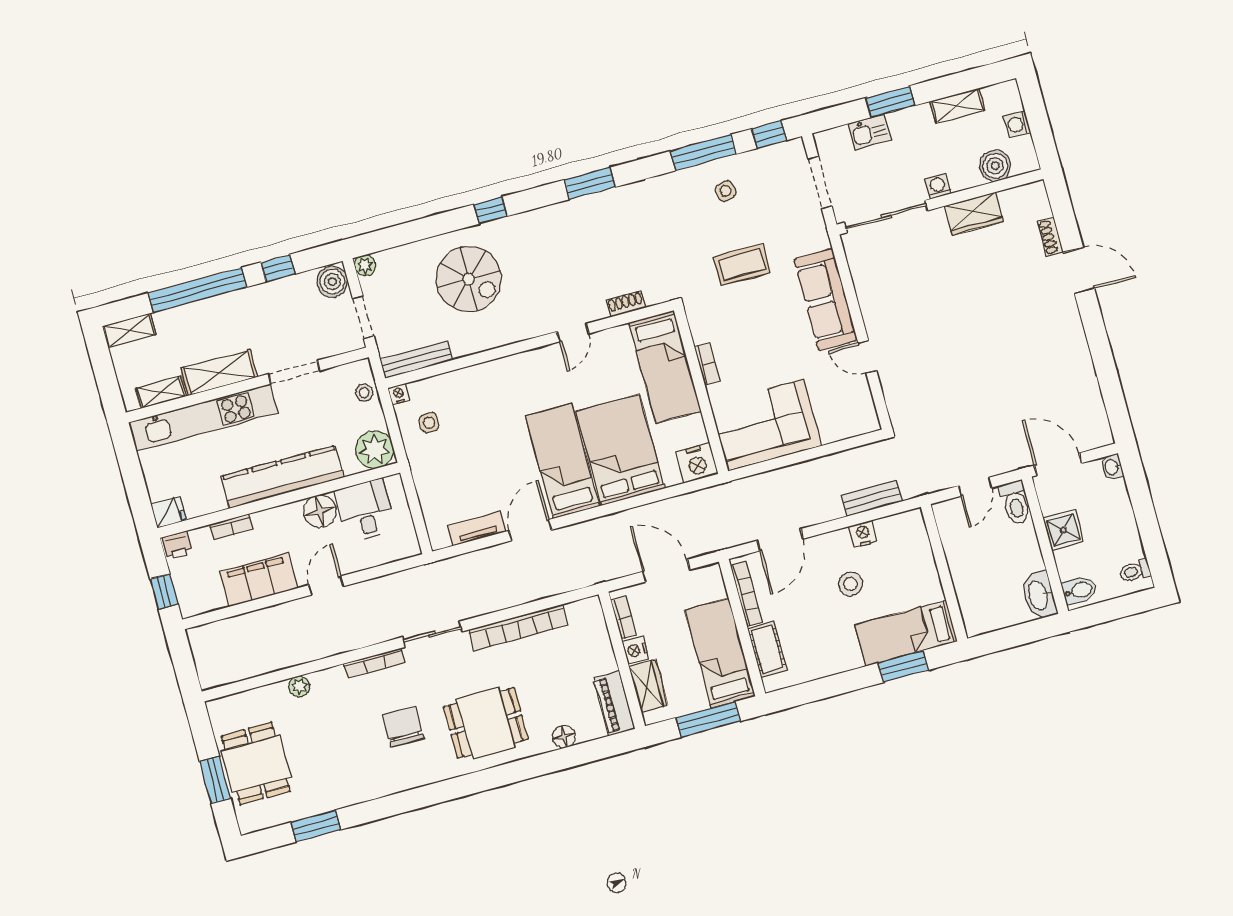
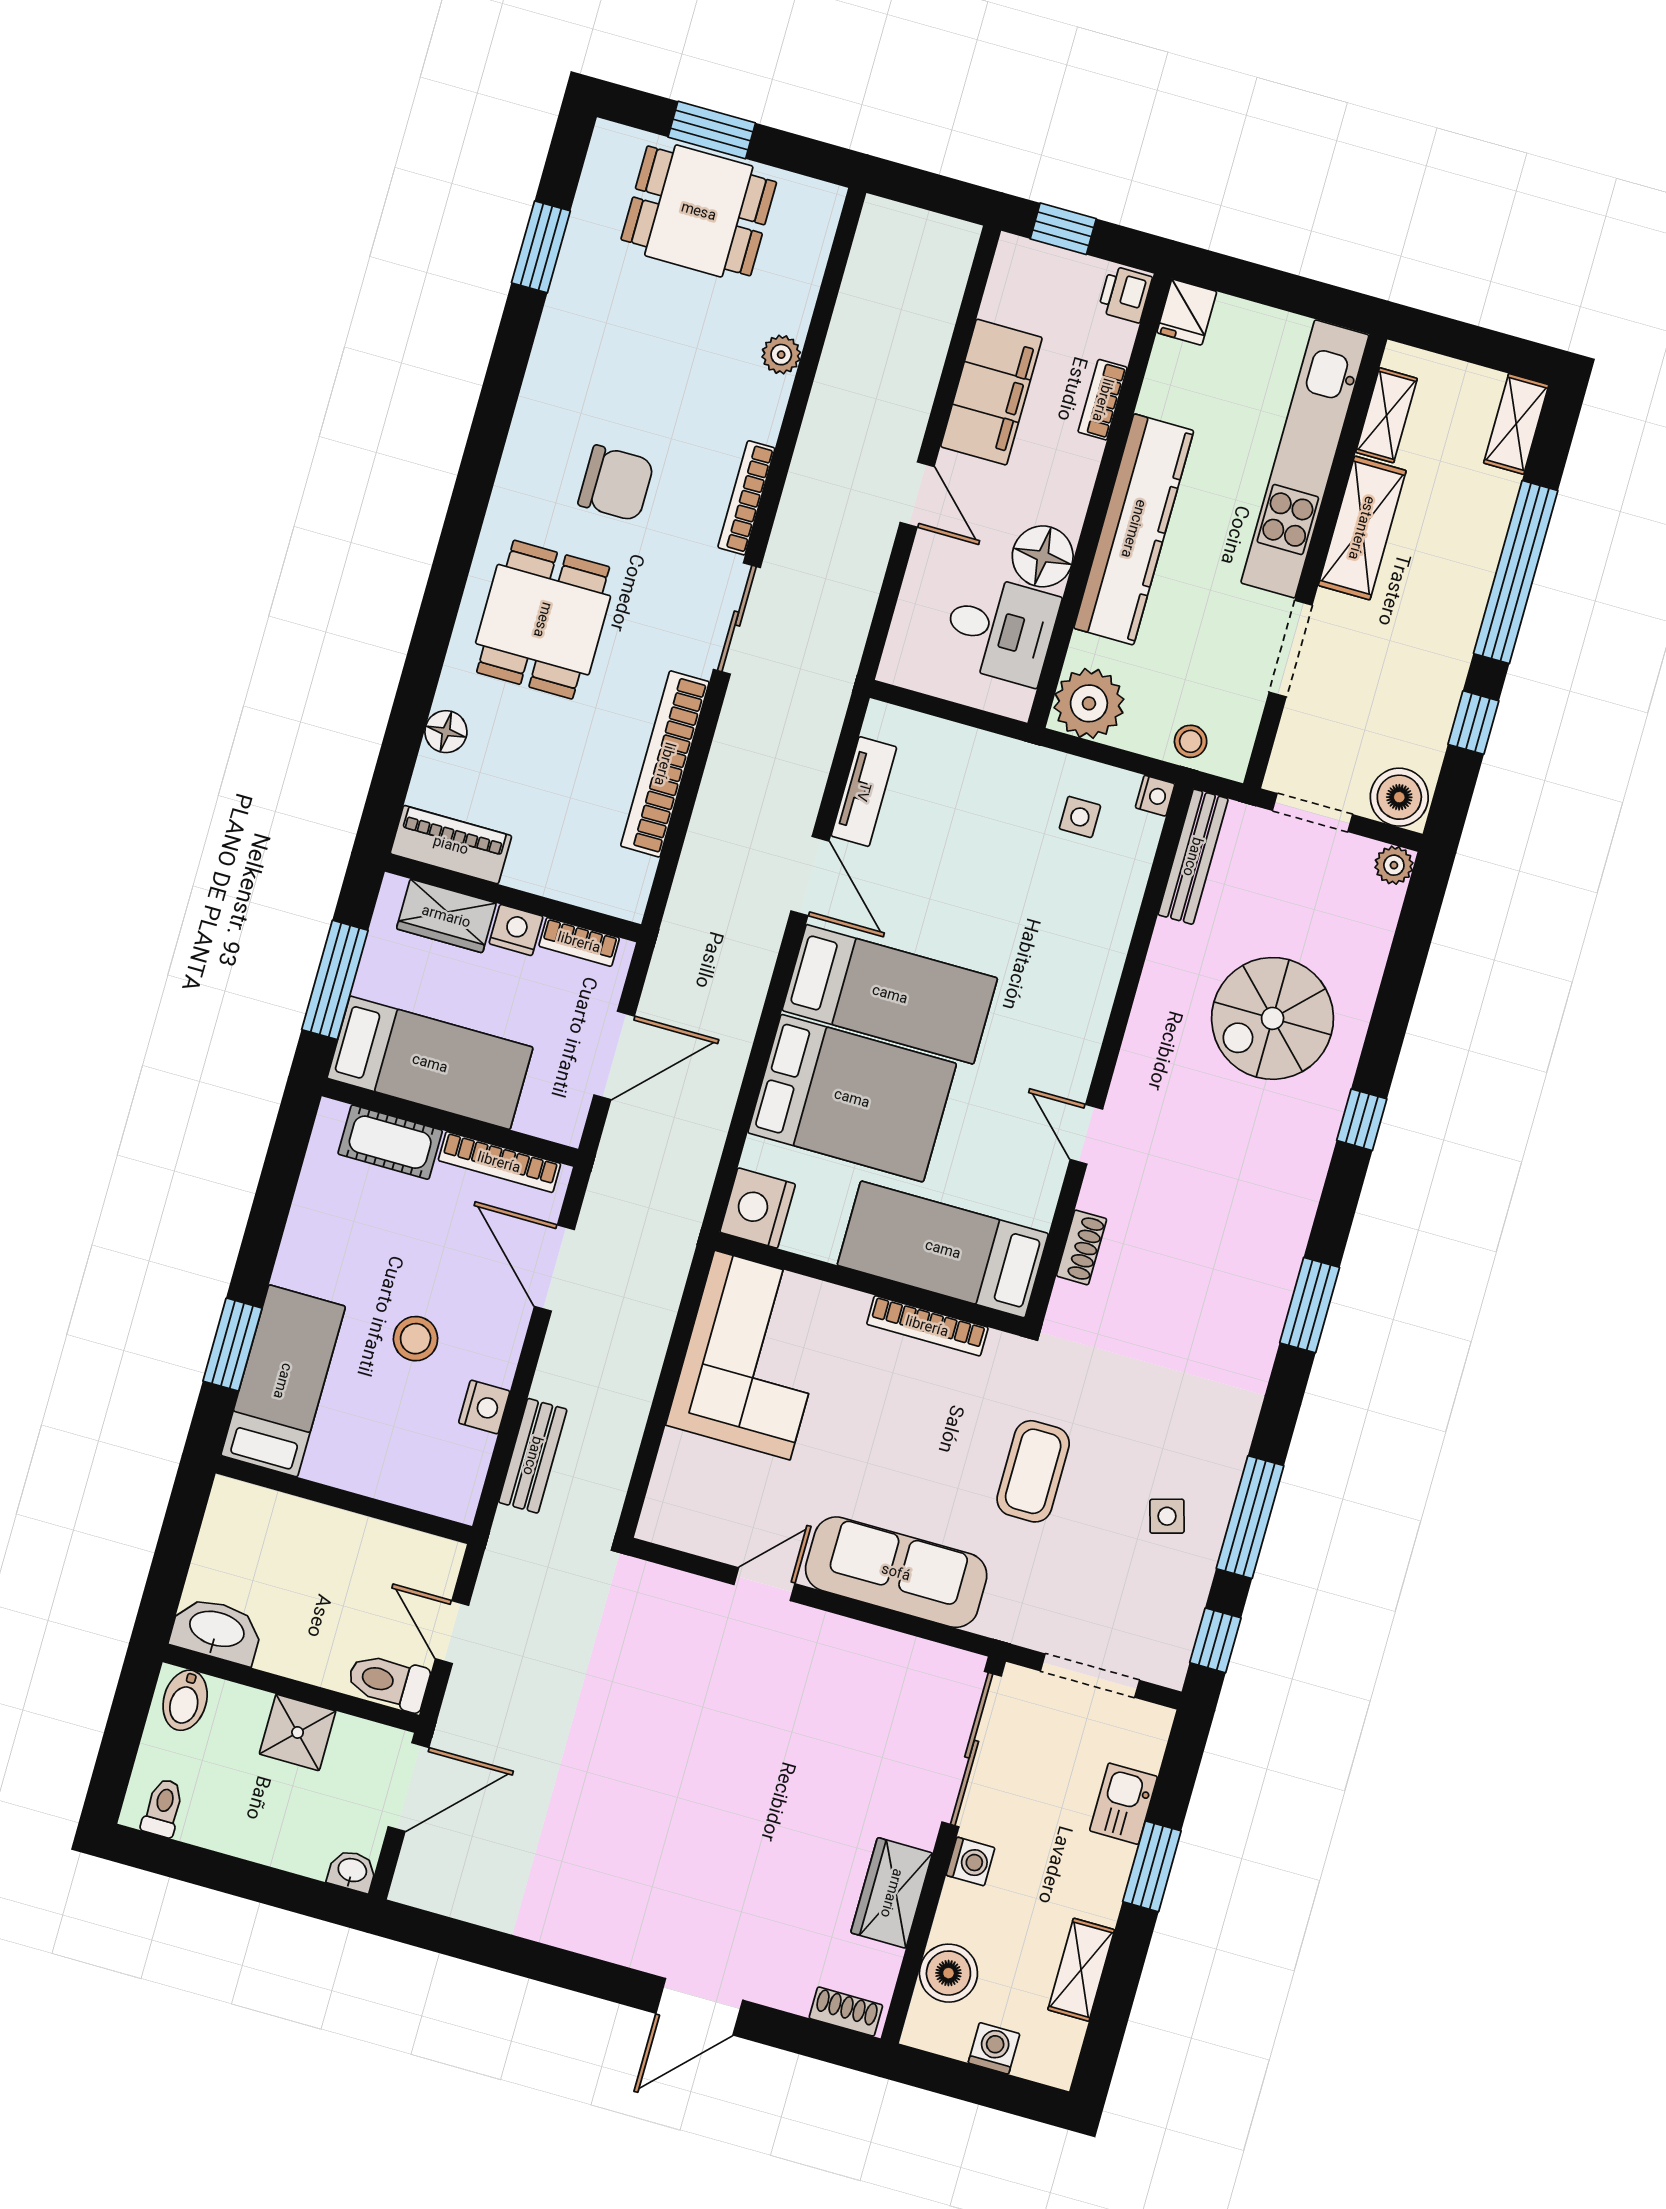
shoe rack: (1050, 237) -> (846, 2012), moved
bookcase: (707, 364) -> (927, 1326), width x1.56

